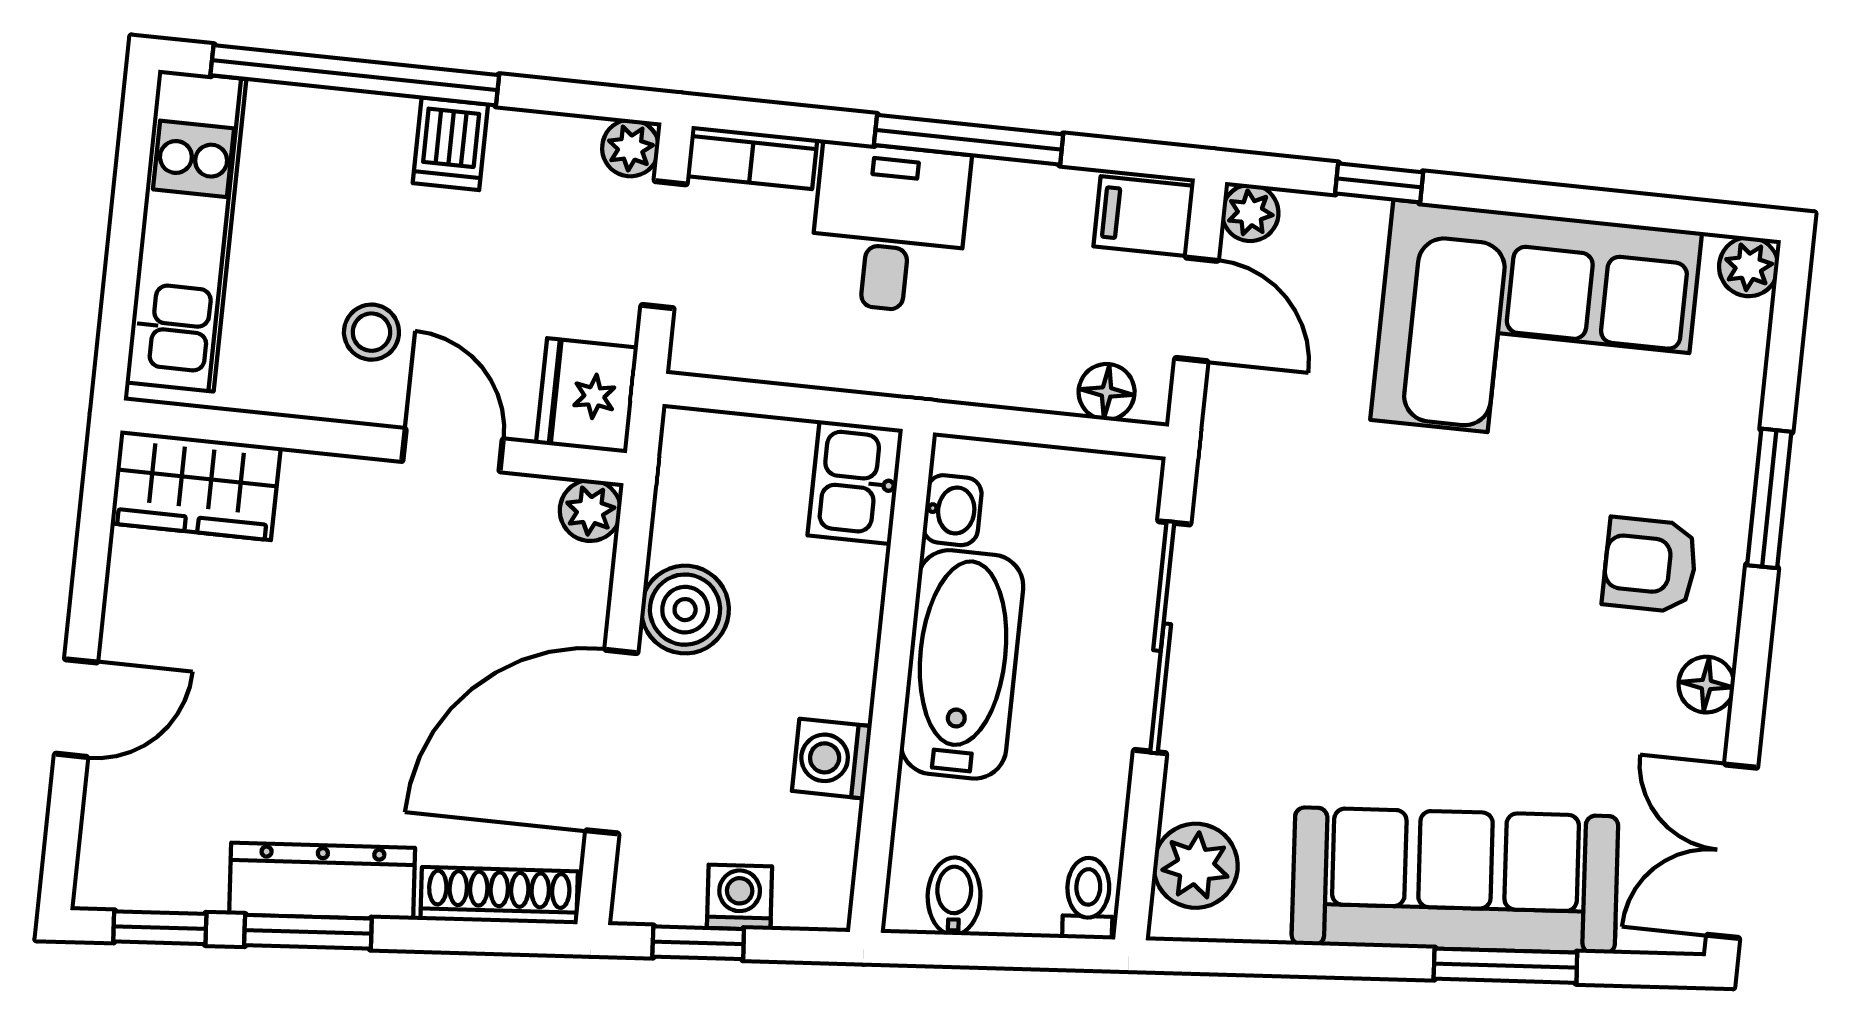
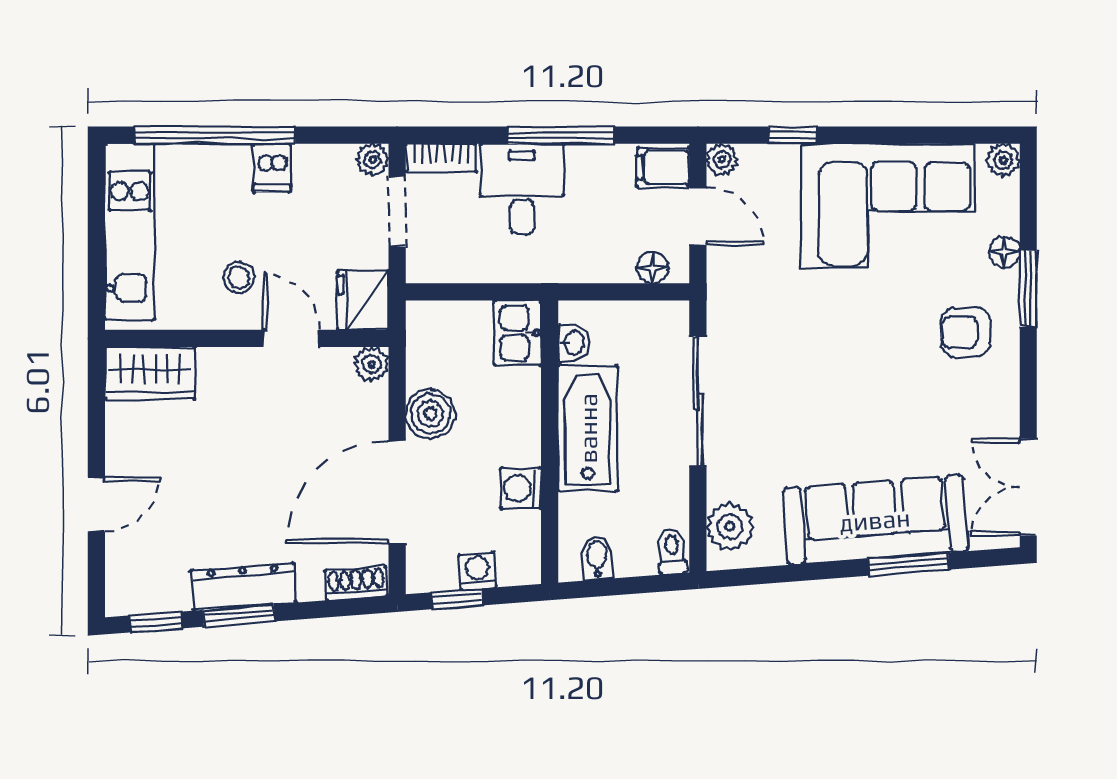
floor lamp: (1706, 685) -> (1004, 252), moved
shoe rack: (499, 896) -> (356, 583), width x0.70

